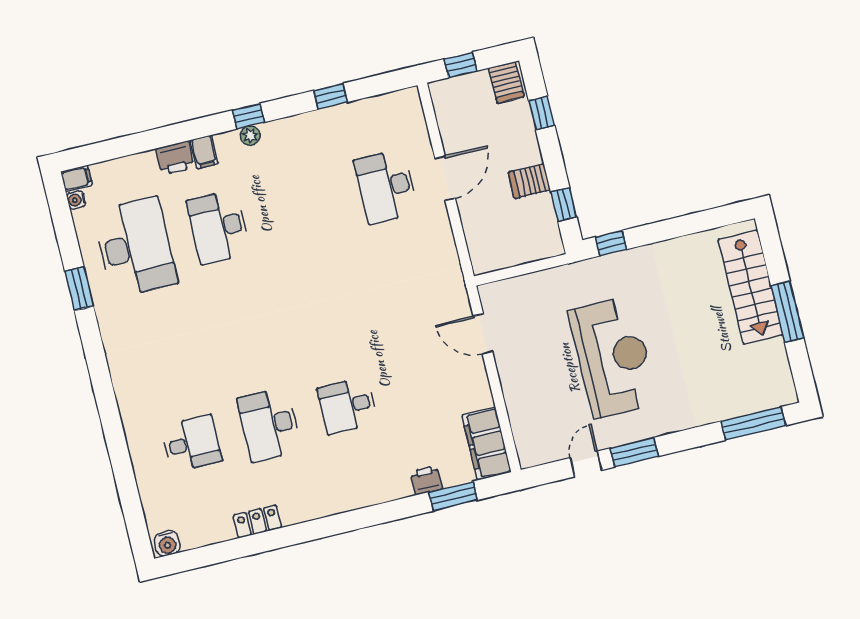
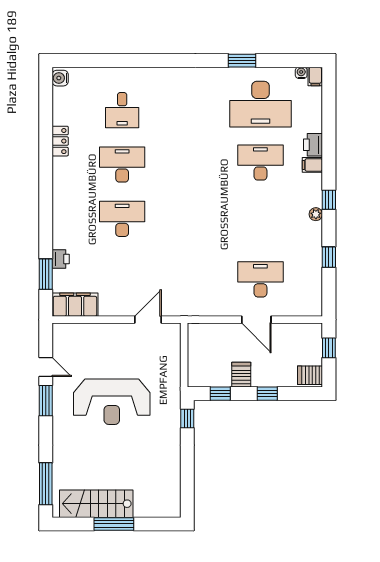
window: (542, 113) -> (267, 394), moved
plant: (250, 136) -> (316, 214), moved
stairs: (751, 287) -> (96, 504), moved
desk: (347, 406) -> (122, 219), width x1.37

